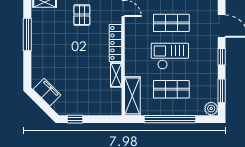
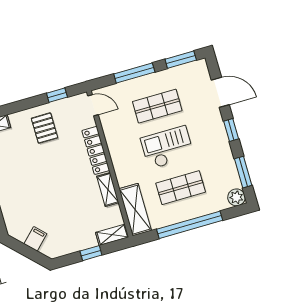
filing cabinet: (47, 92) -> (35, 239), width x0.50
shelving: (110, 110) -> (112, 235), added
window: (75, 119) -> (91, 253), moved

